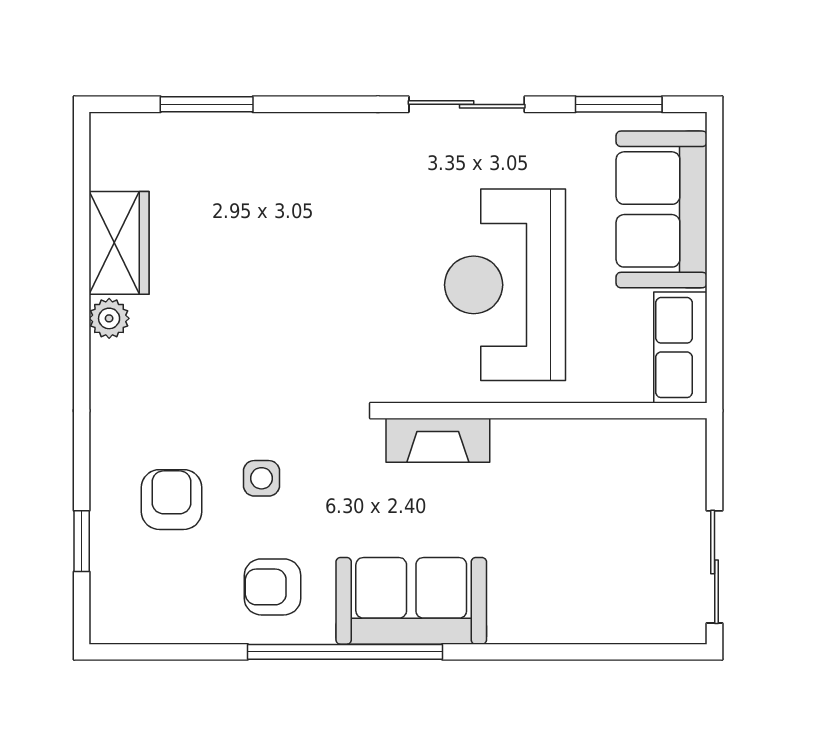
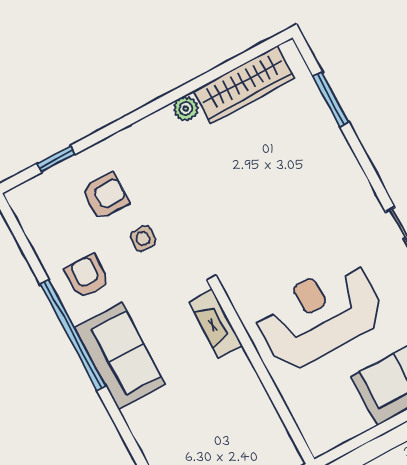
wardrobe: (119, 243) -> (244, 84), width x1.50
row of seats: (680, 348) -> (337, 429), removed

